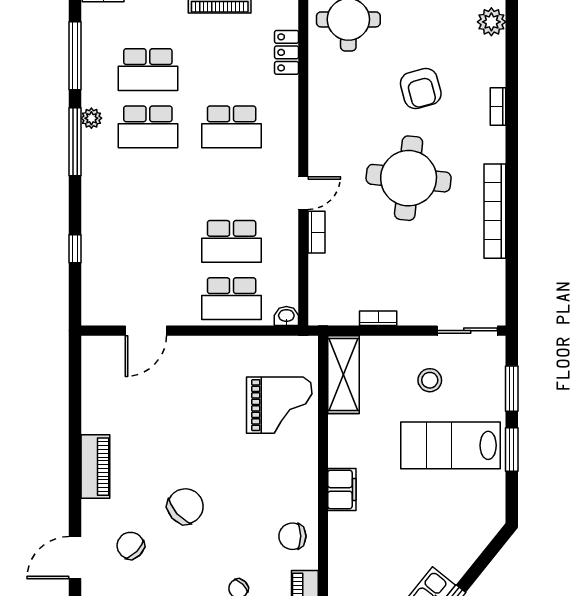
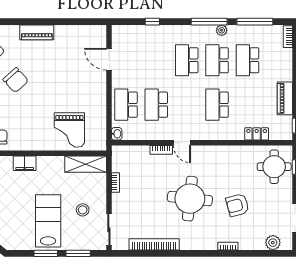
school desk: (148, 184) -> (187, 60), added
bookcase: (495, 211) -> (154, 244), moved

